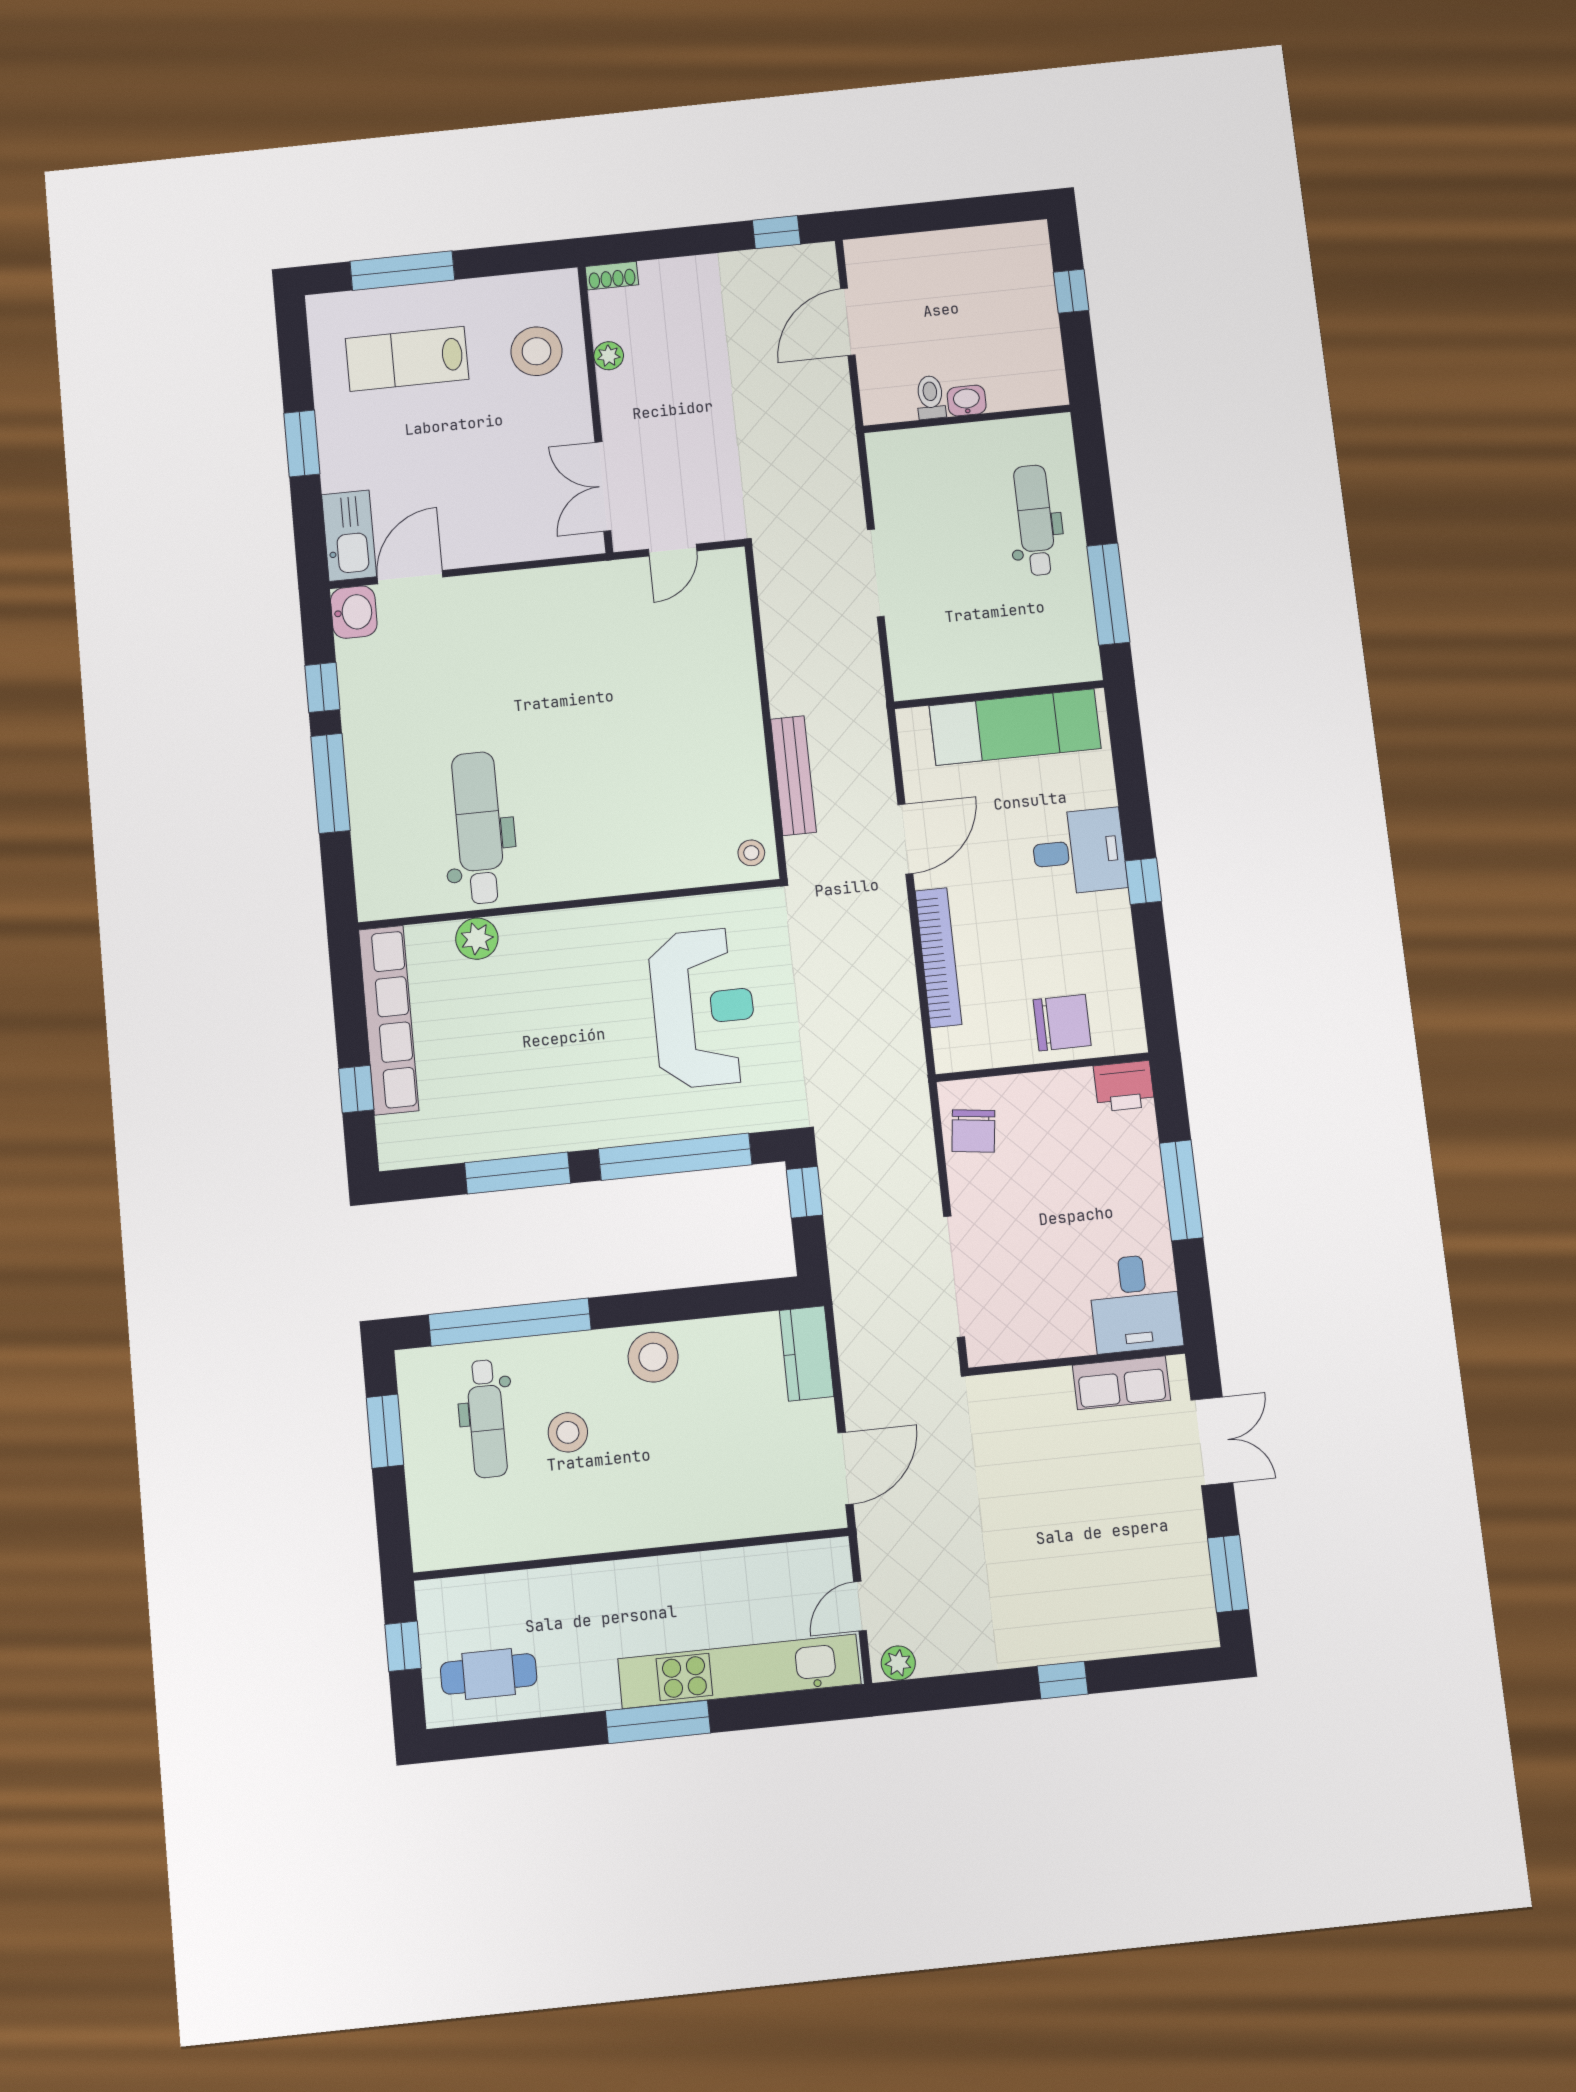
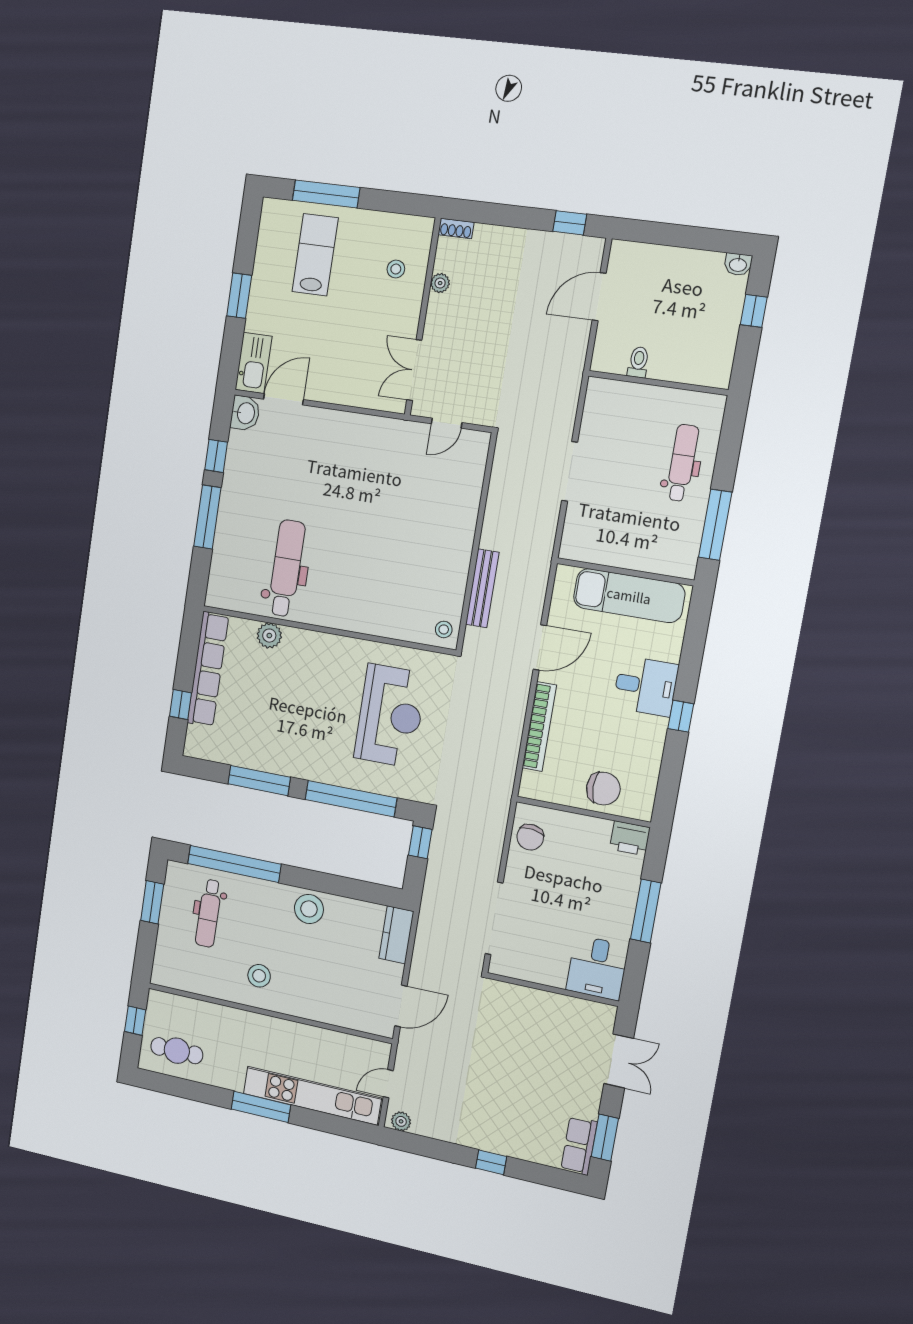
stool: (536, 351) -> (396, 269), width x0.53, depth x0.53
lab bench: (407, 359) -> (315, 255), turned 90
washbasin: (967, 401) -> (738, 264), moved, turned 180
row of seats: (1121, 1383) -> (579, 1146), moved, turned 90
stool: (568, 1432) -> (259, 976), moved

